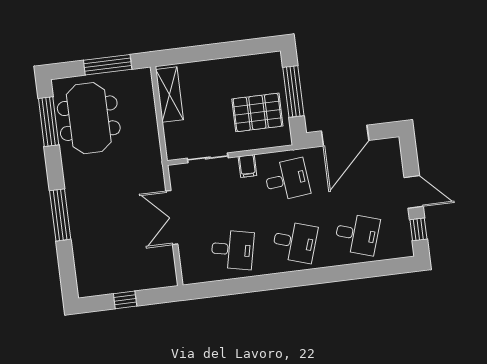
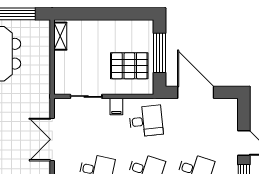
shelving: (169, 95) -> (60, 36), width x0.67, depth x0.75
door: (345, 136) -> (196, 92), swing flipped

